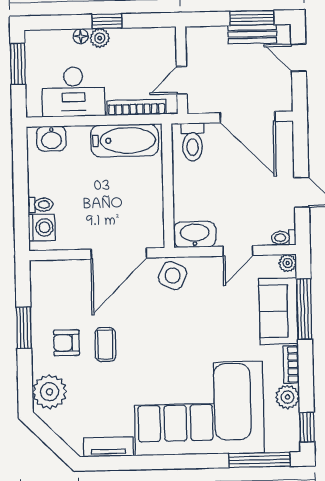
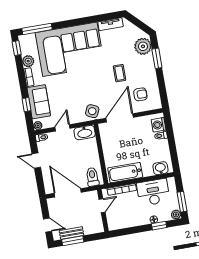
window: (107, 21) -> (159, 226), moved
plant: (100, 38) -> (176, 215), moved
window: (304, 309) -> (26, 105), width x0.46
window: (24, 328) -> (157, 58), moved
armchair: (66, 343) -> (140, 94), moved

